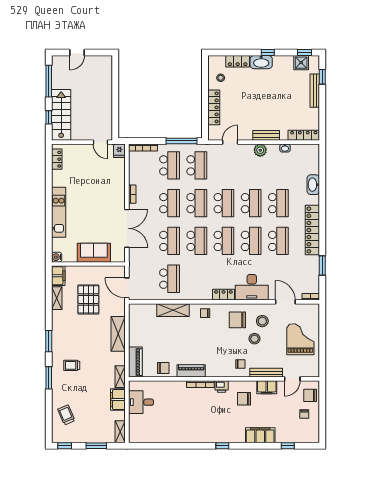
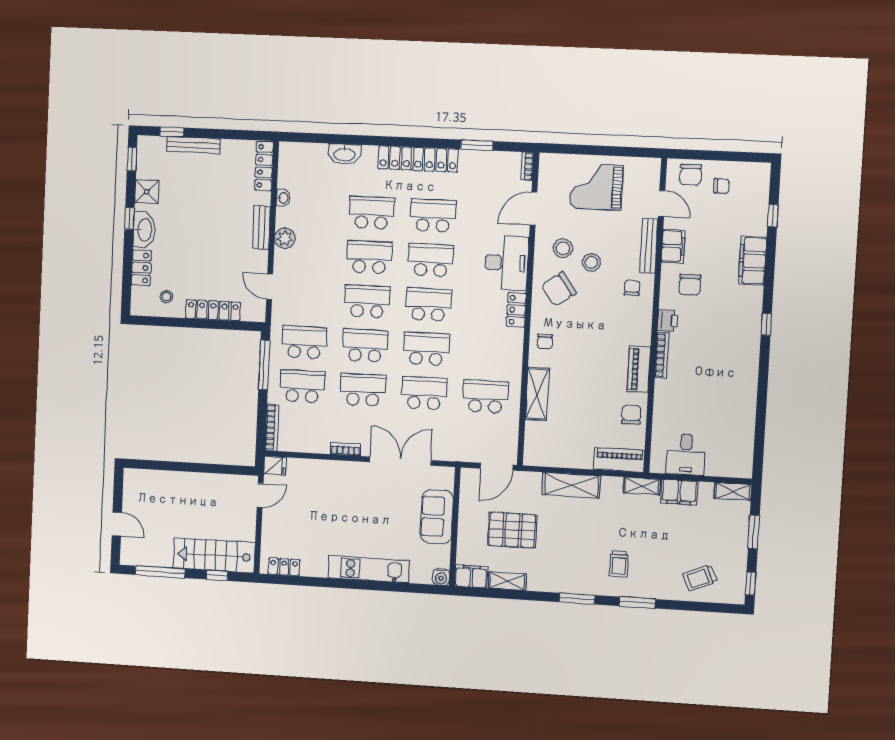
shower: (301, 63) -> (147, 192), moved
chair: (237, 320) -> (559, 289), turned 55

